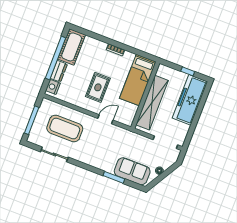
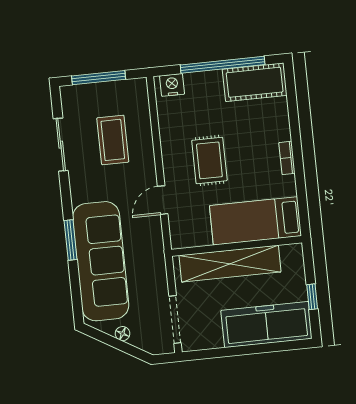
dresser: (59, 71) -> (203, 81), removed
rug: (98, 87) -> (209, 160), turned 90
door: (105, 119) -> (163, 200), swing flipped
coffee table: (65, 128) -> (113, 140), width x0.73, depth x0.76
sofa: (132, 171) -> (101, 261), width x1.85, depth x1.27
window: (114, 177) -> (71, 240), moved

